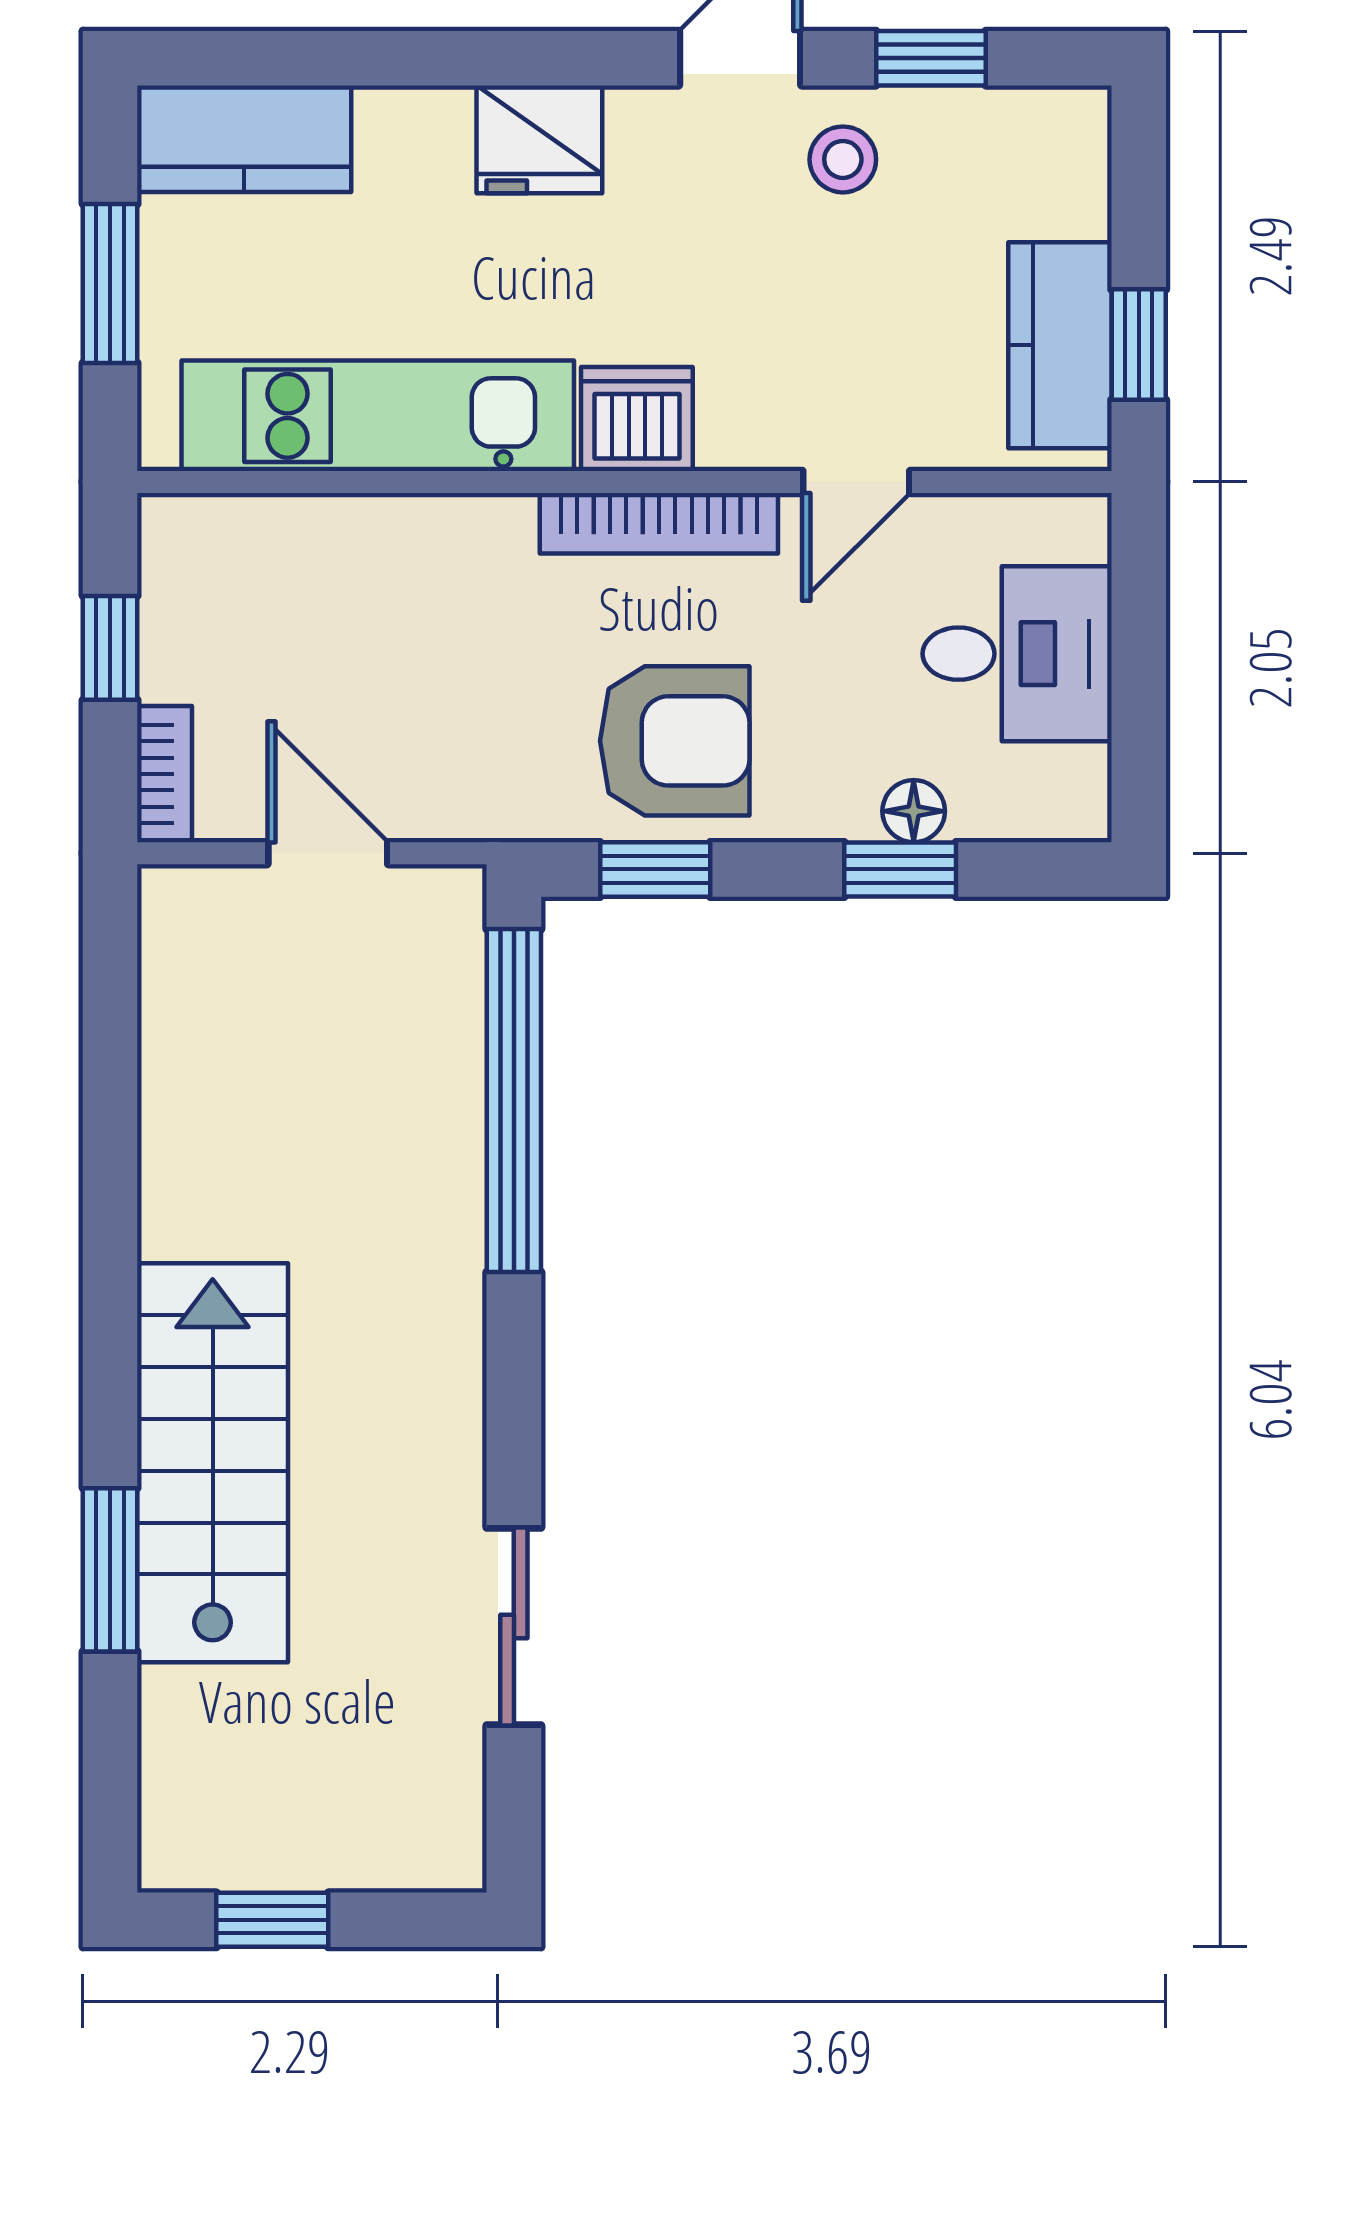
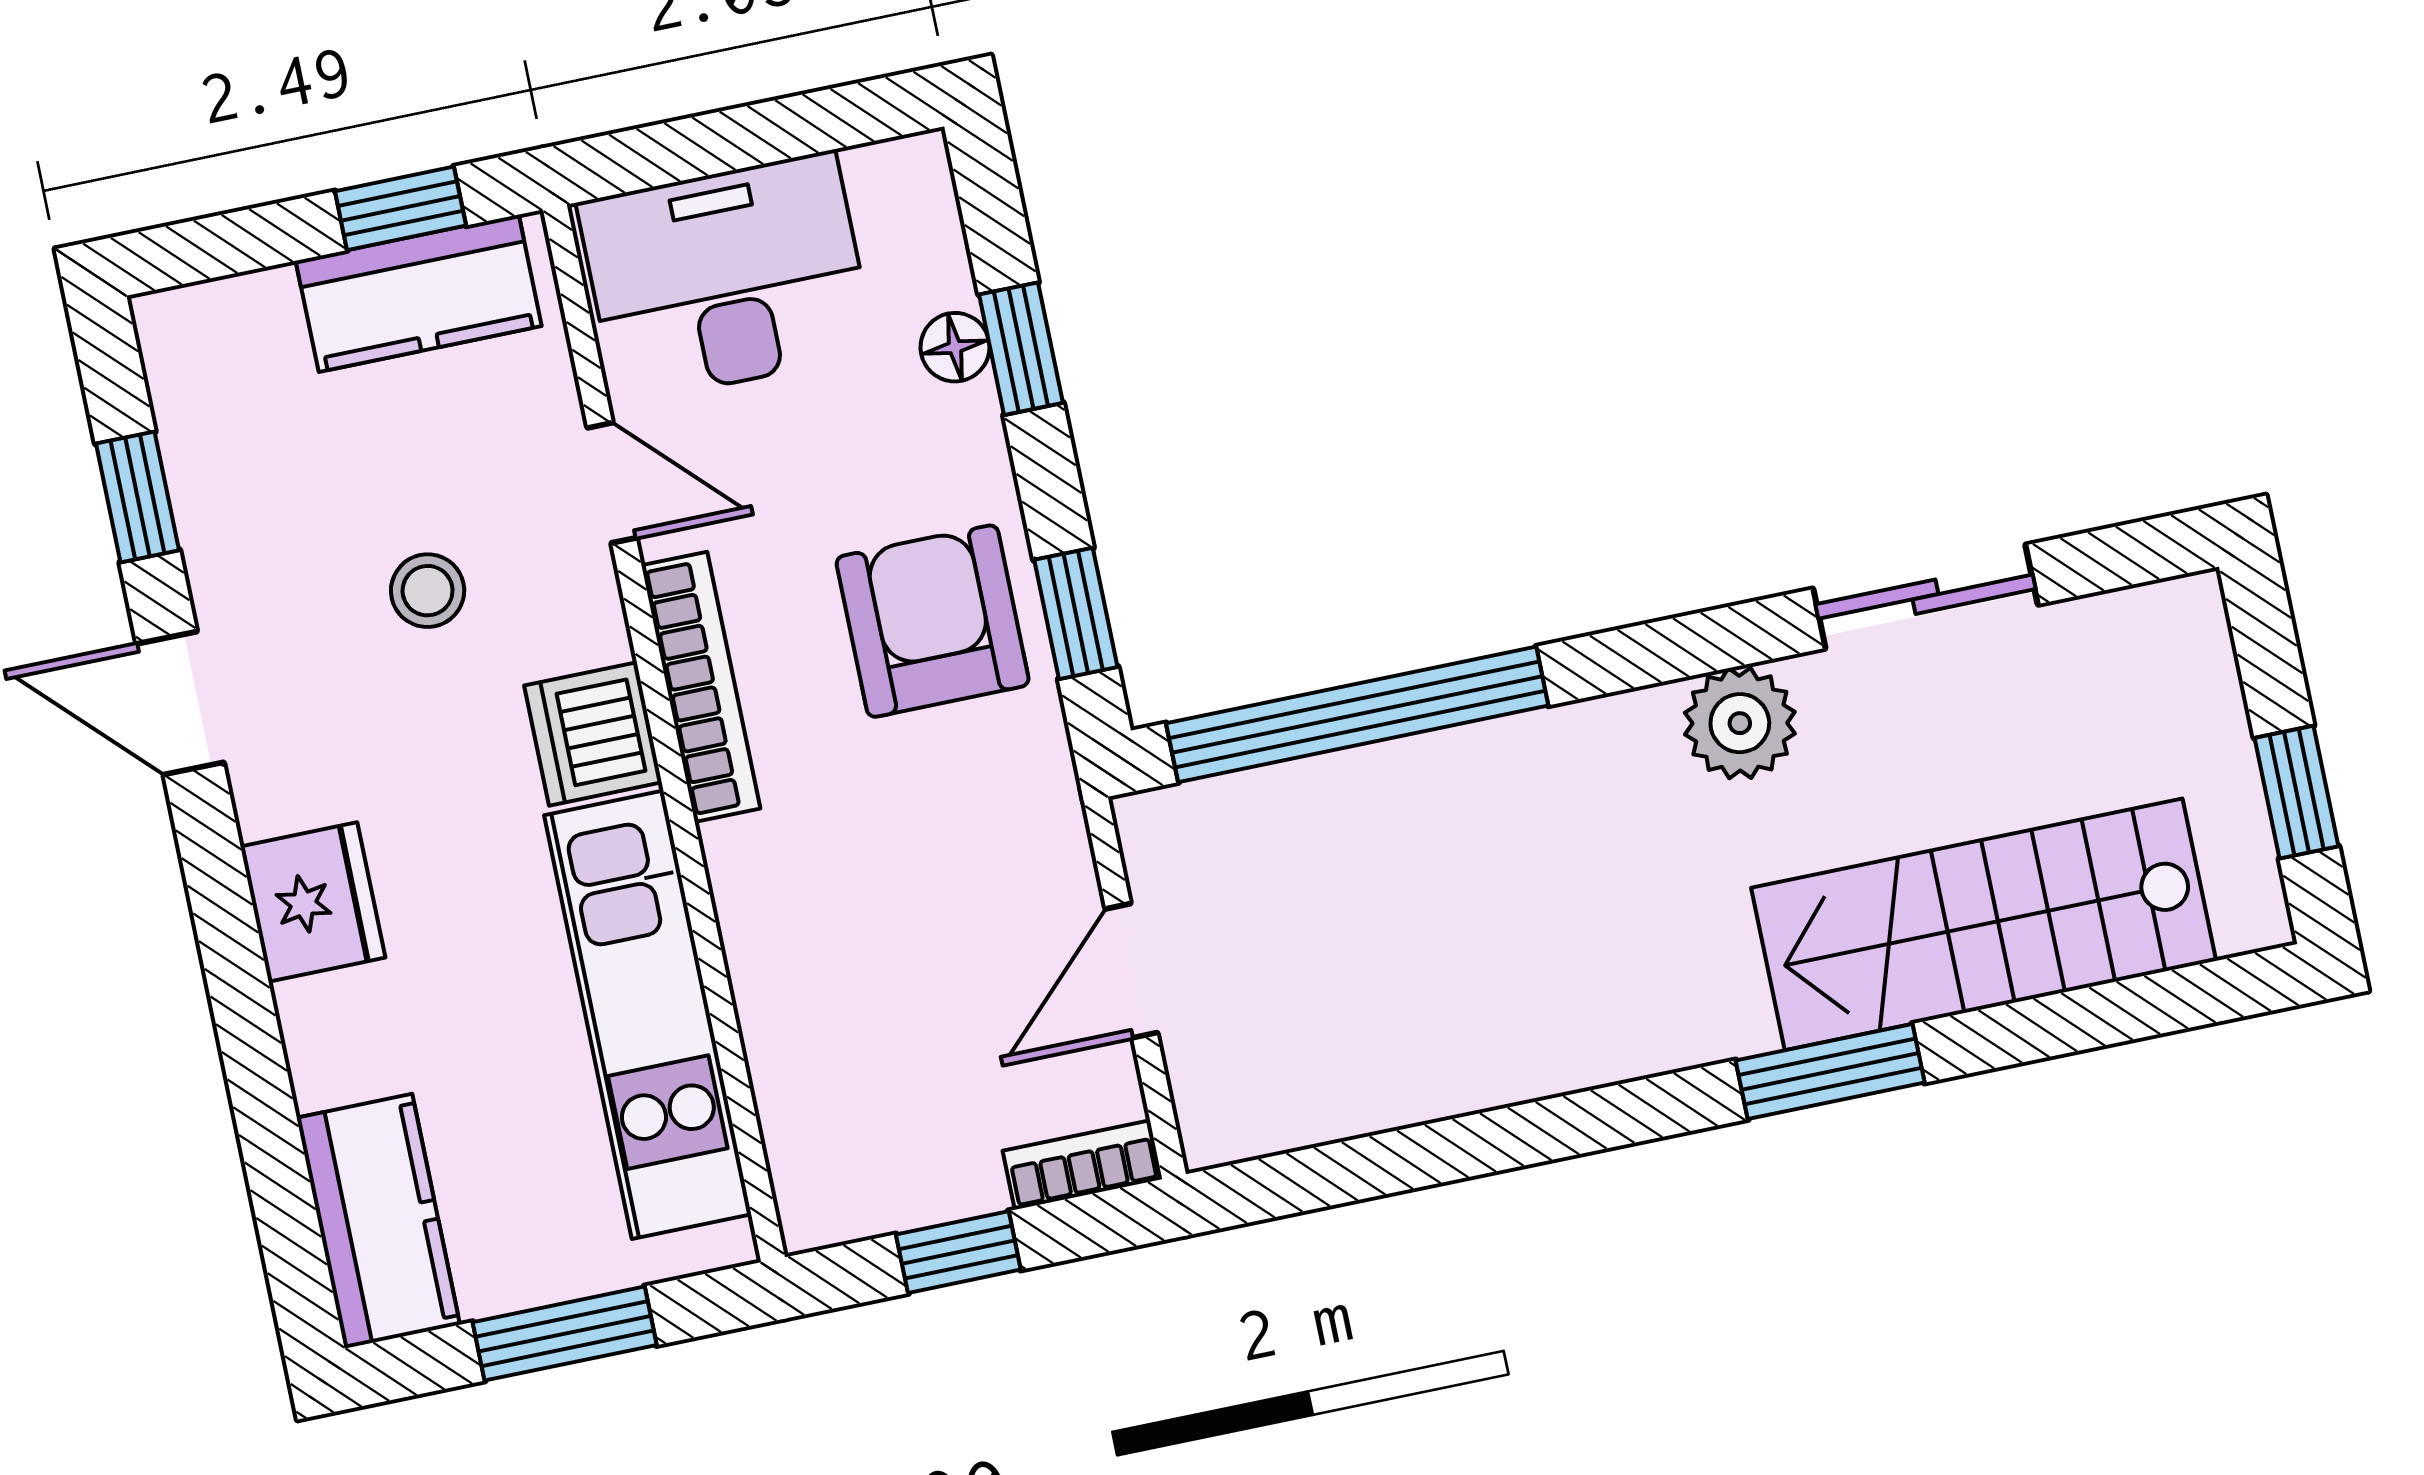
stool: (843, 159) -> (428, 591), moved
desk: (1017, 654) -> (726, 278), width x1.37
plant: (436, 1439) -> (1740, 723), added
stairs: (213, 1463) -> (1984, 924), moved
window: (110, 1570) -> (1830, 1072), moved

